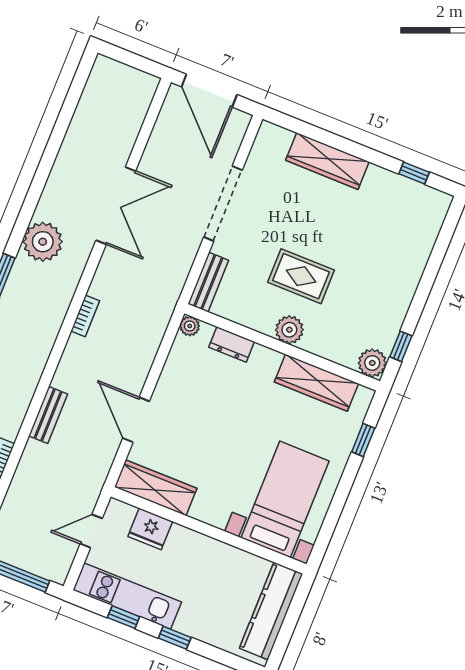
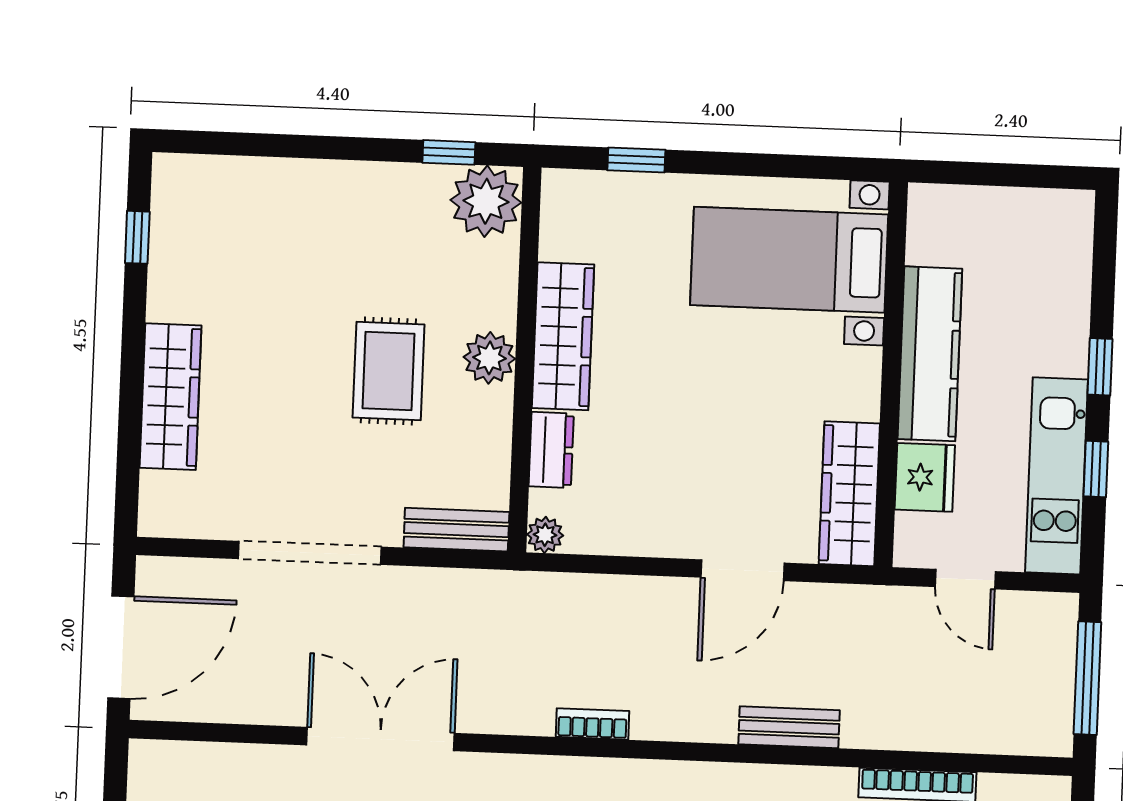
plant: (372, 363) -> (486, 201), width x1.36, depth x1.36
wardrobe: (316, 383) -> (563, 336), moved
kitchen counter: (271, 611) -> (930, 354), moved, turned -90

